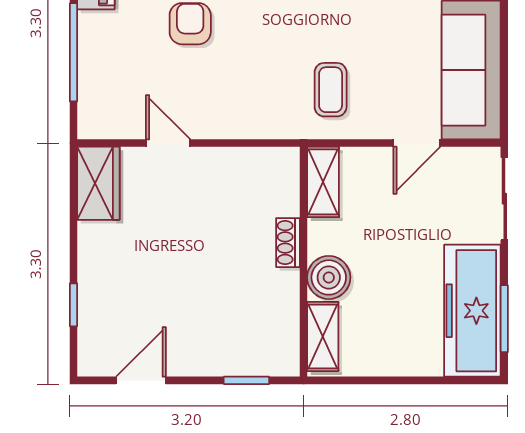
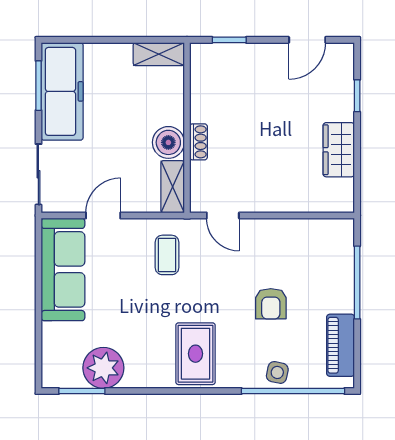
door: (168, 143) -> (223, 215), moved
wardrobe: (98, 183) -> (339, 150), moved
boiler: (329, 277) -> (168, 142), moved
shelving: (323, 337) -> (159, 54), moved, turned 90

